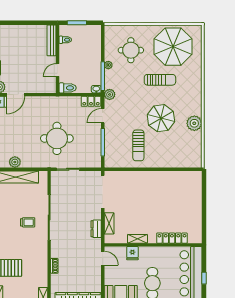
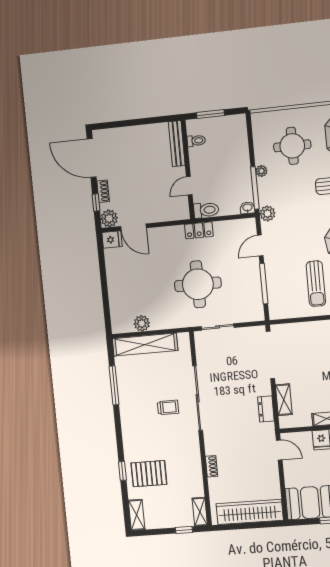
door: (16, 95) -> (133, 227), hinge flipped
locker: (91, 101) -> (199, 230), moved

